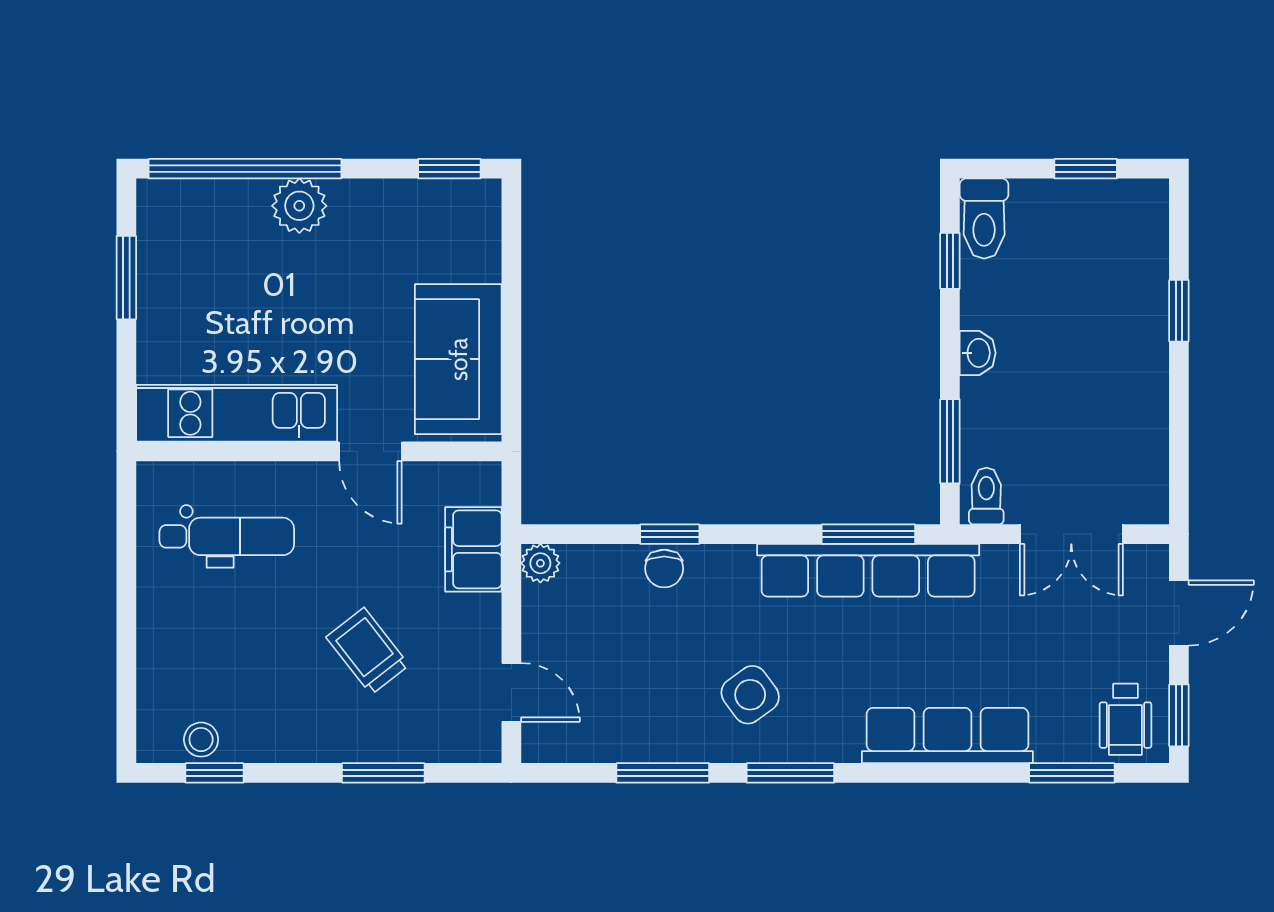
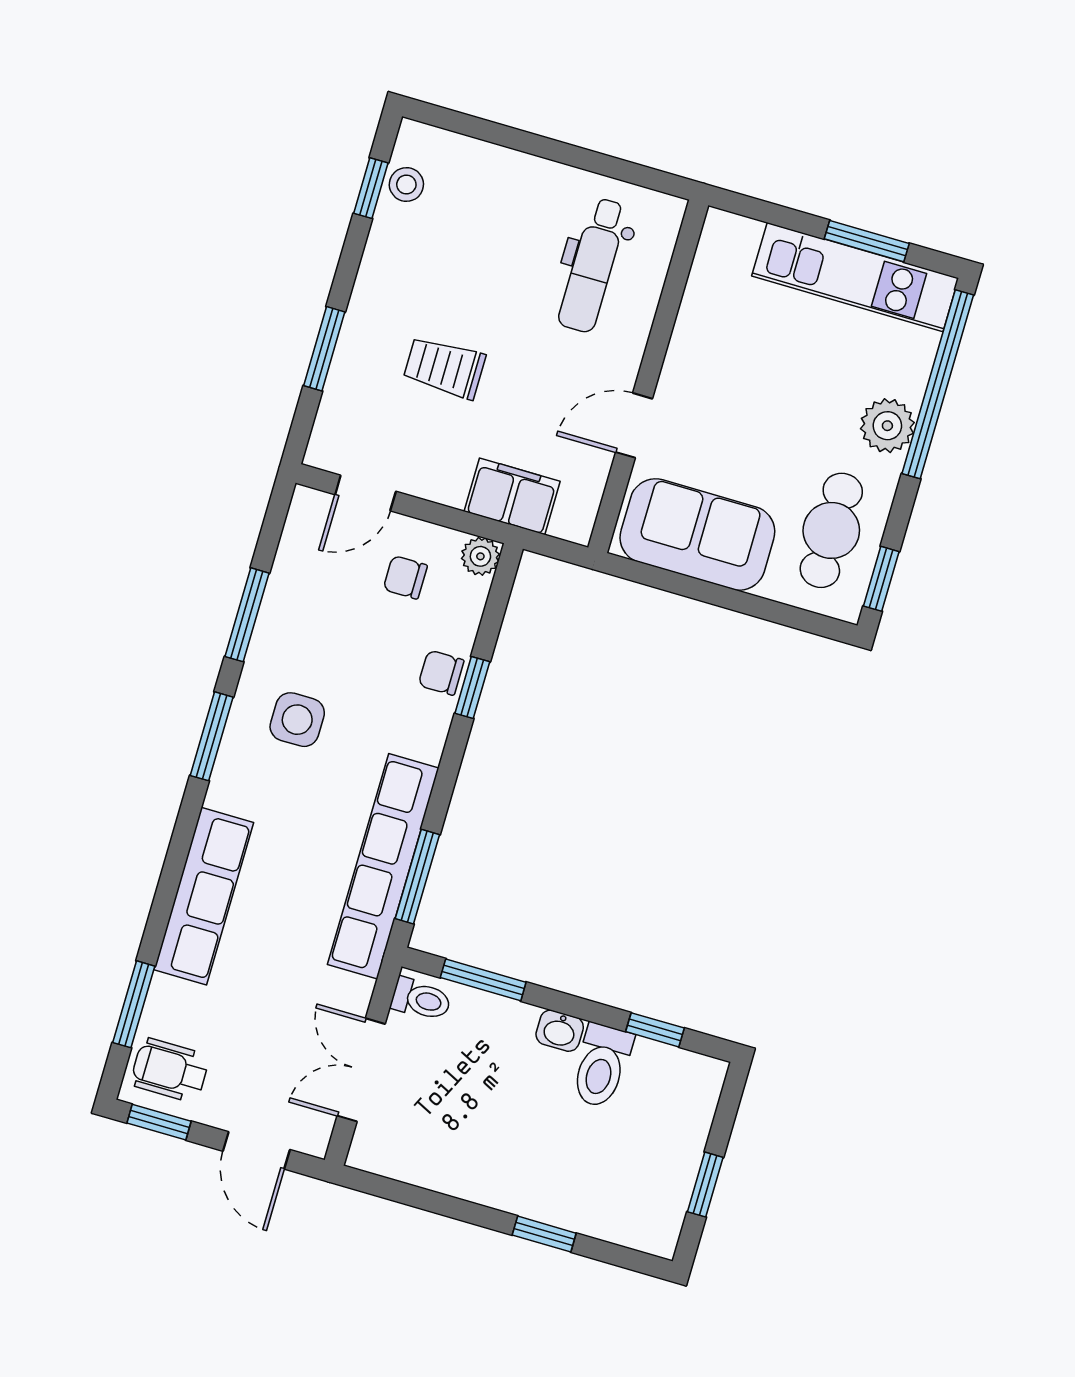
toilet: (984, 219) -> (602, 1066), moved, turned -90
cafe table: (417, 231) -> (831, 530), added
kitchen unit: (237, 413) -> (855, 277), moved, turned 90
chair: (582, 630) -> (405, 577), added
trolley: (368, 651) -> (444, 368), turned -142
side table: (750, 695) -> (297, 720), turned 36

